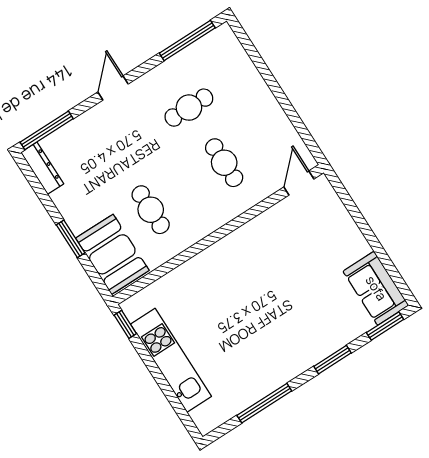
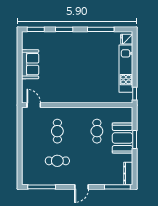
door: (299, 183) -> (34, 105), swing flipped
booth: (112, 254) -> (122, 138), moved
sofa: (376, 288) -> (30, 64), moved
fridge: (205, 416) -> (127, 39), added

